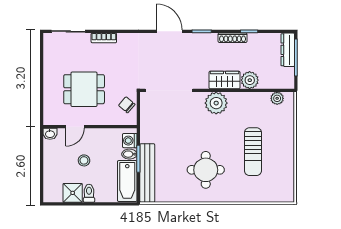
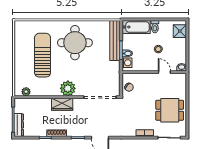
plant: (250, 80) -> (45, 104), removed
dining table: (84, 89) -> (170, 110), moved
door: (75, 127) -> (164, 72), hinge flipped
sun lounger: (253, 152) -> (43, 55), width x1.36, depth x1.34
round table: (206, 170) -> (75, 43), width x1.36, depth x1.36
bathtub: (127, 181) -> (136, 27), moved, turned 90
shower: (73, 193) -> (180, 31), moved

